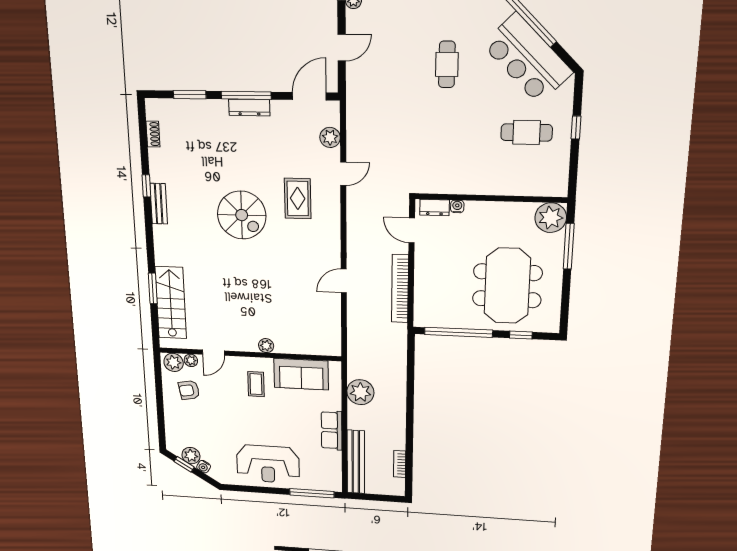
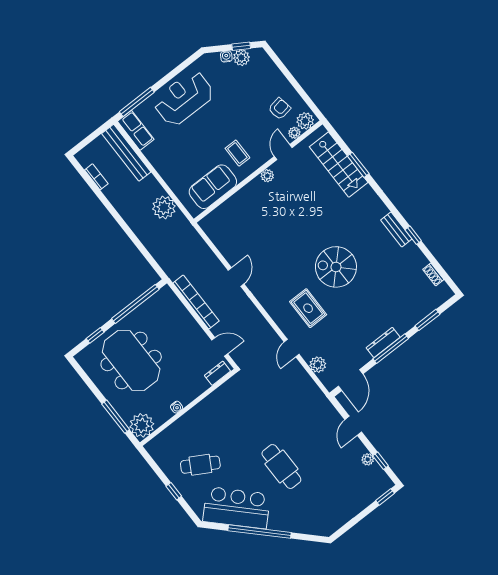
cafe table: (447, 64) -> (281, 467), width x1.37, depth x1.35
cafe table: (527, 132) -> (200, 465), turned 30
water cooler: (457, 206) -> (176, 407), moved
plant: (266, 346) -> (267, 176), moved
row of seats: (332, 430) -> (136, 130), moved

